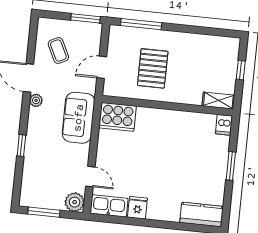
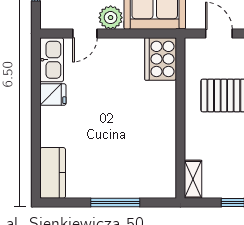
dishwasher: (224, 125) -> (164, 189), removed
window: (231, 166) -> (115, 202), width x1.44
plant: (75, 202) -> (111, 18), moved

